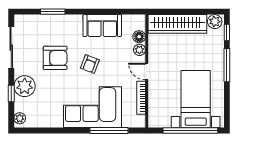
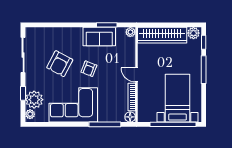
window: (53, 12) -> (107, 25), moved
floor lamp: (139, 37) -> (130, 117), moved
plant: (139, 50) -> (130, 32), moved
armchair: (55, 58) -> (60, 64), turned 118
plant: (25, 86) -> (34, 100), moved
corner sofa: (92, 107) -> (73, 105), moved

